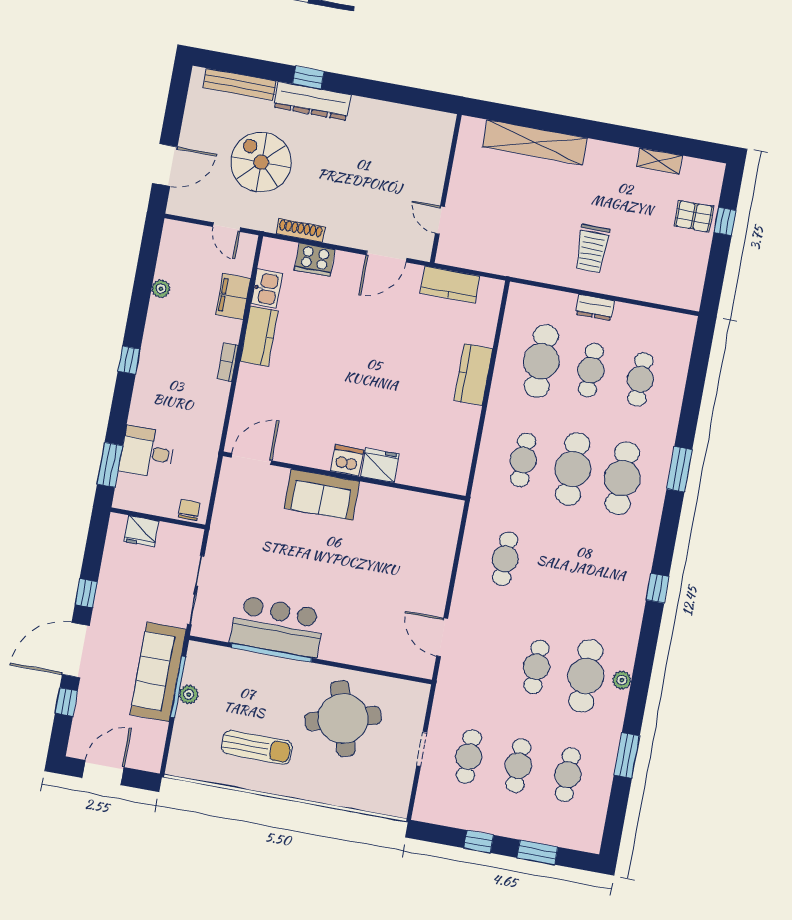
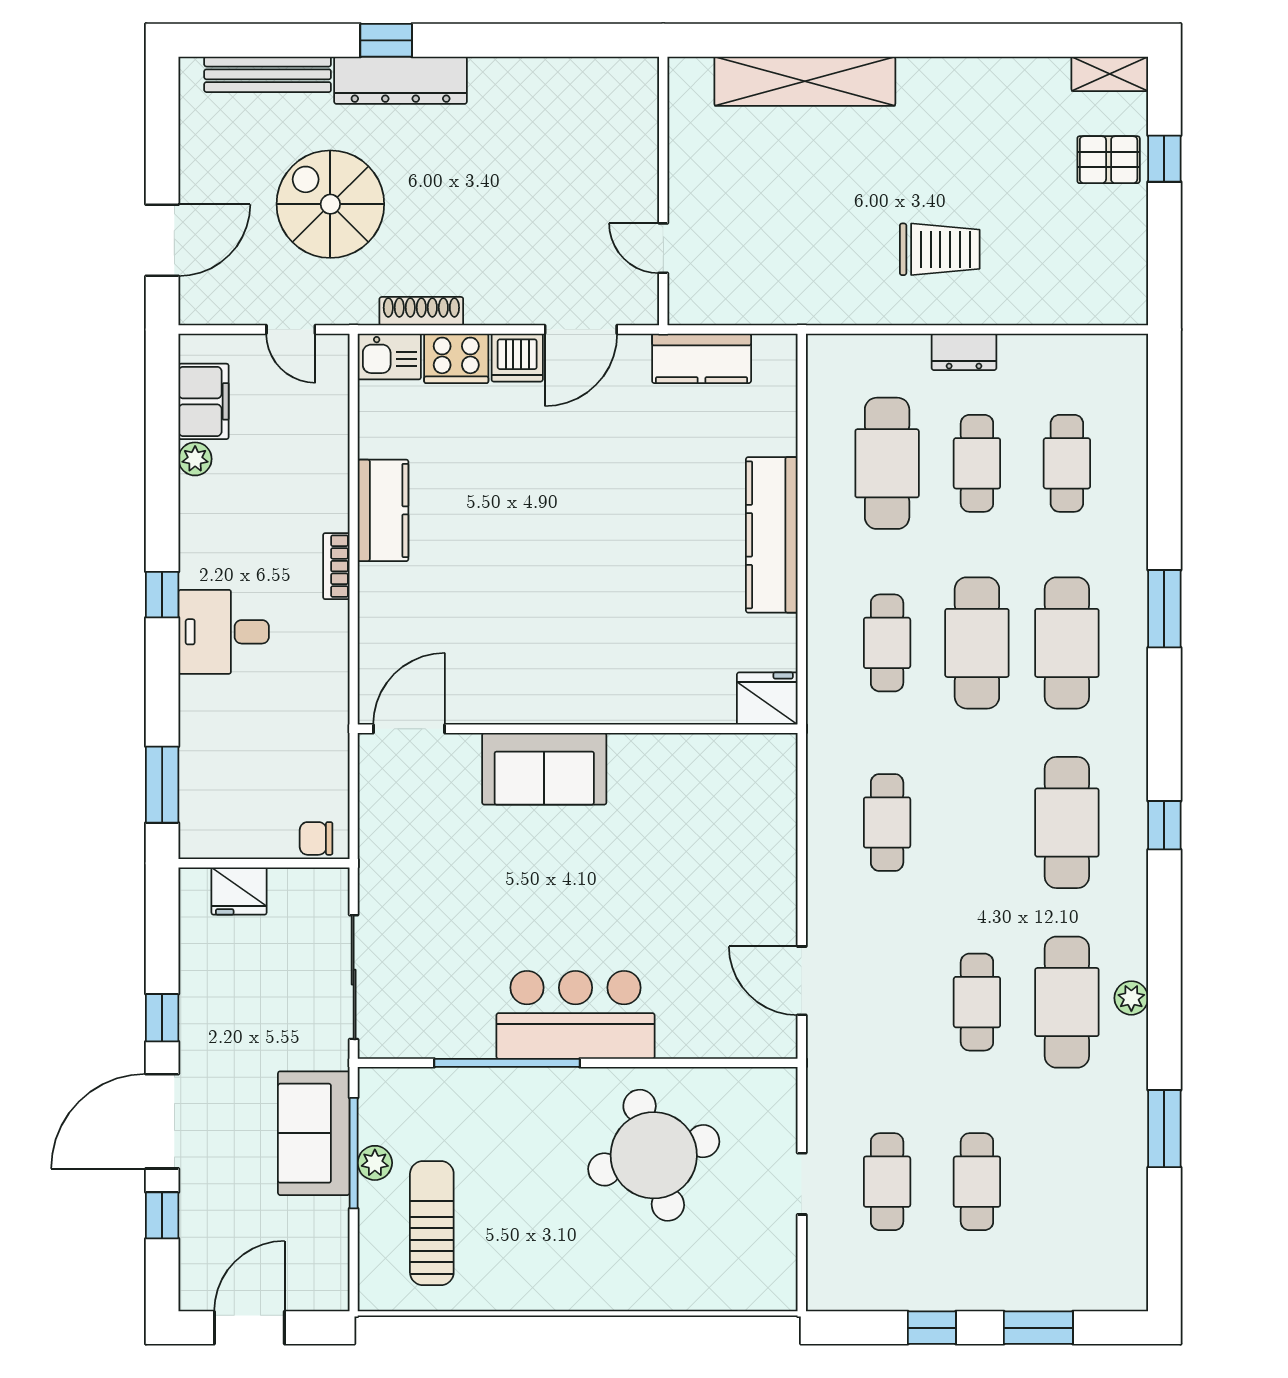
shelving: (659, 161) -> (1110, 74), moved
trolley: (592, 249) -> (940, 249), turned -90
kitchen sink: (266, 289) -> (389, 357), moved, turned 90
filing cabinet: (233, 296) -> (204, 401), moved, turned 180
kitchen counter: (473, 375) -> (772, 535), width x1.50
desk: (147, 452) -> (224, 632), moved
dishwasher: (347, 461) -> (517, 358), moved, turned 180
fridge: (380, 465) -> (767, 699), moved
chair: (189, 510) -> (316, 838), turned -90
bar counter: (277, 627) -> (576, 1015), moved
sofa: (158, 672) -> (314, 1133), width x0.73
sun lounger: (257, 747) -> (432, 1223), moved, turned -90
cafe table: (568, 775) -> (1067, 823), moved, width x1.37, depth x1.35

